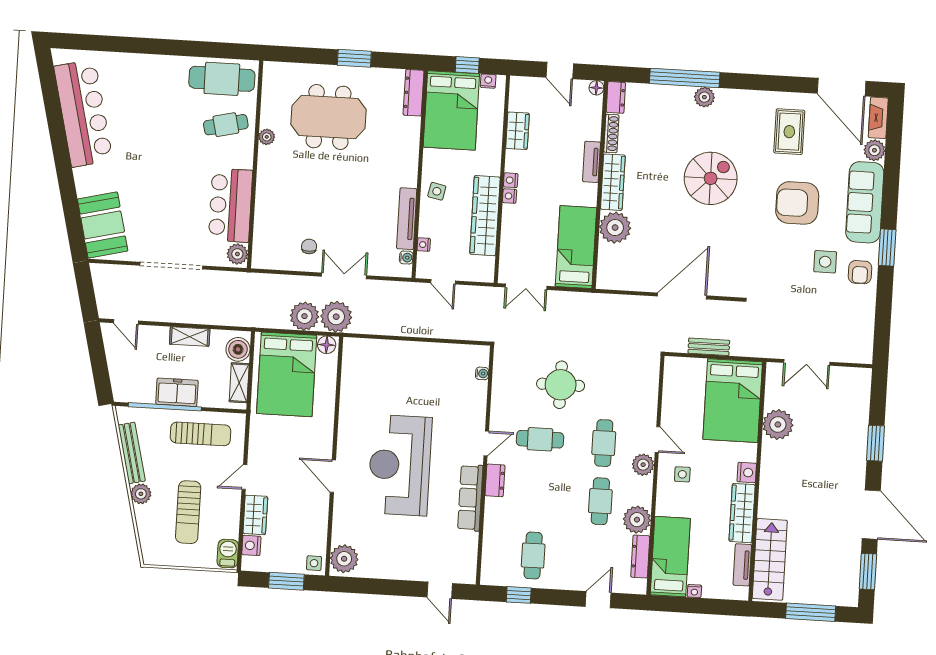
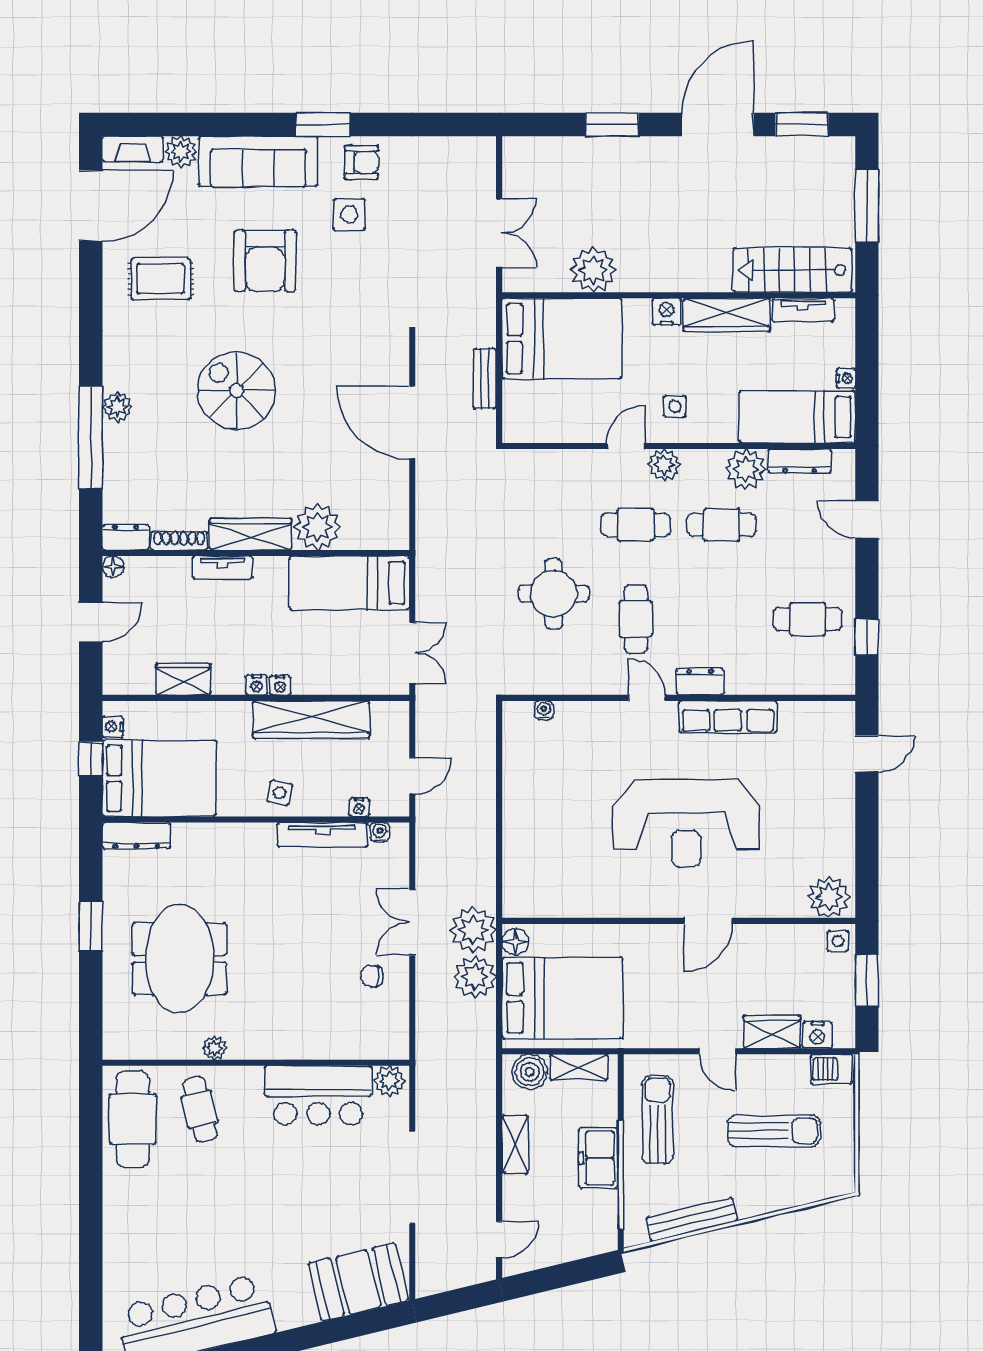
plant: (141, 494) -> (751, 1202), removed

